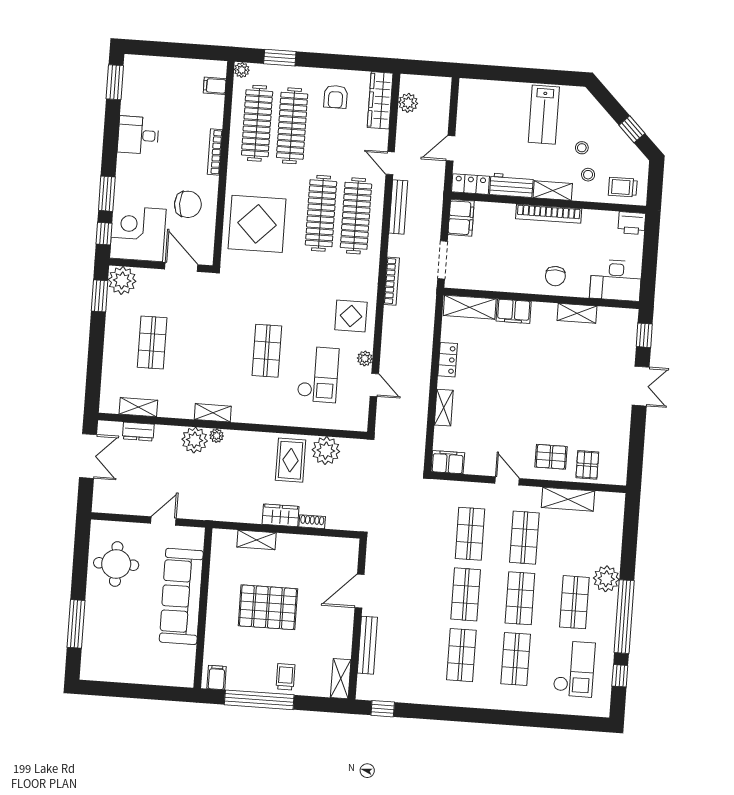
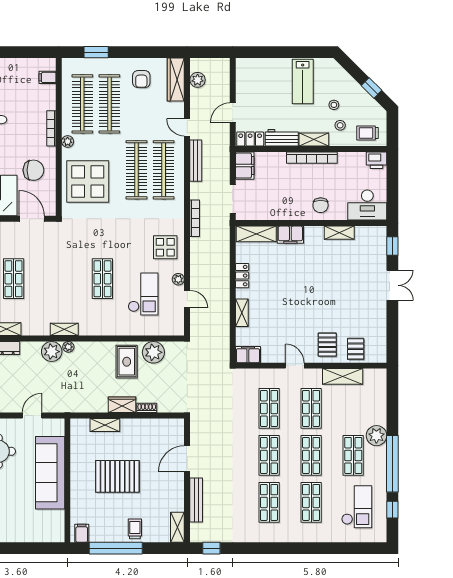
plant: (242, 70) -> (68, 142), moved
pallet: (551, 457) -> (327, 345), turned 90

